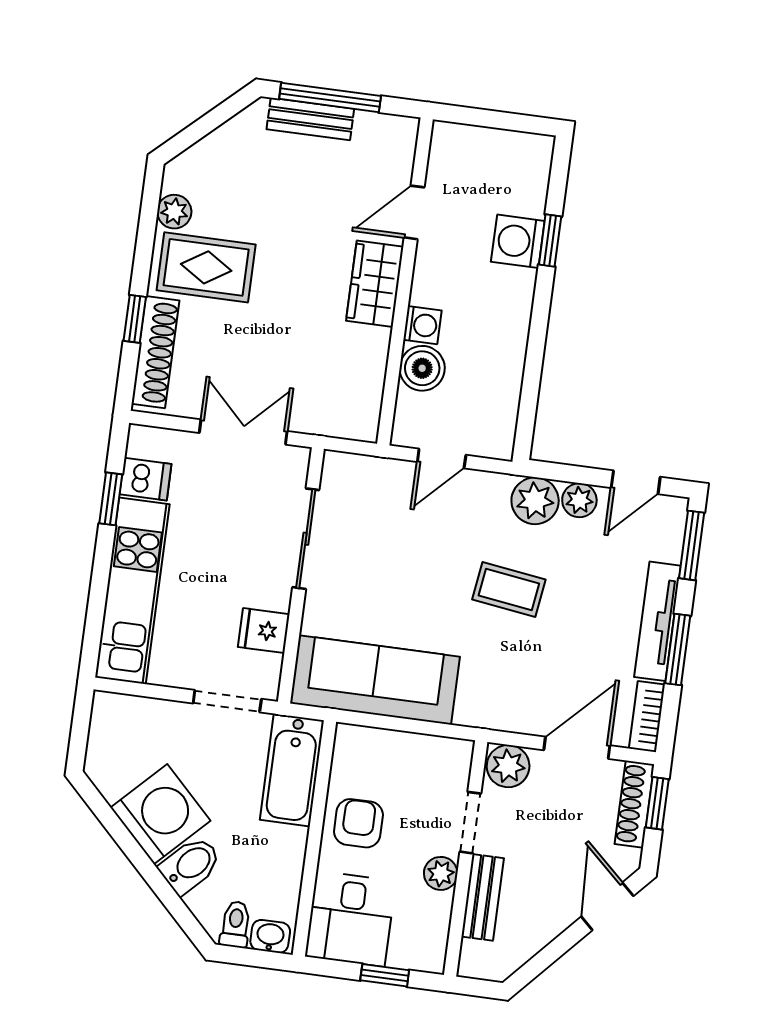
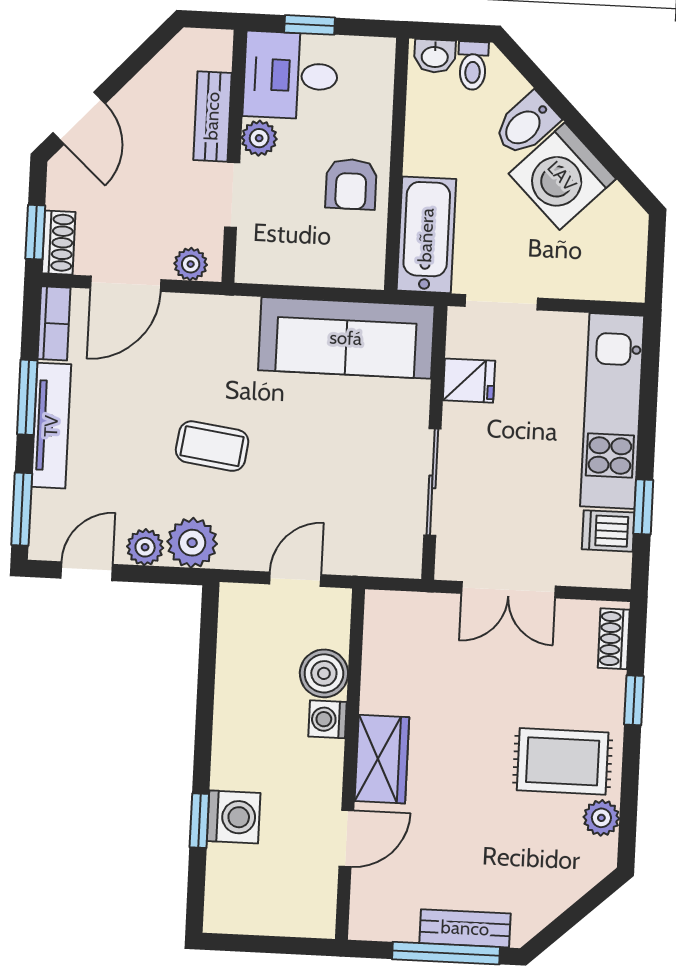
shoe rack: (155, 352) -> (614, 639), width x0.51, depth x0.81
plant: (508, 766) -> (191, 264), width x0.73, depth x0.73
shoe rack: (635, 804) -> (59, 243), width x0.70
desk: (350, 919) -> (291, 76), moved, turned -90

